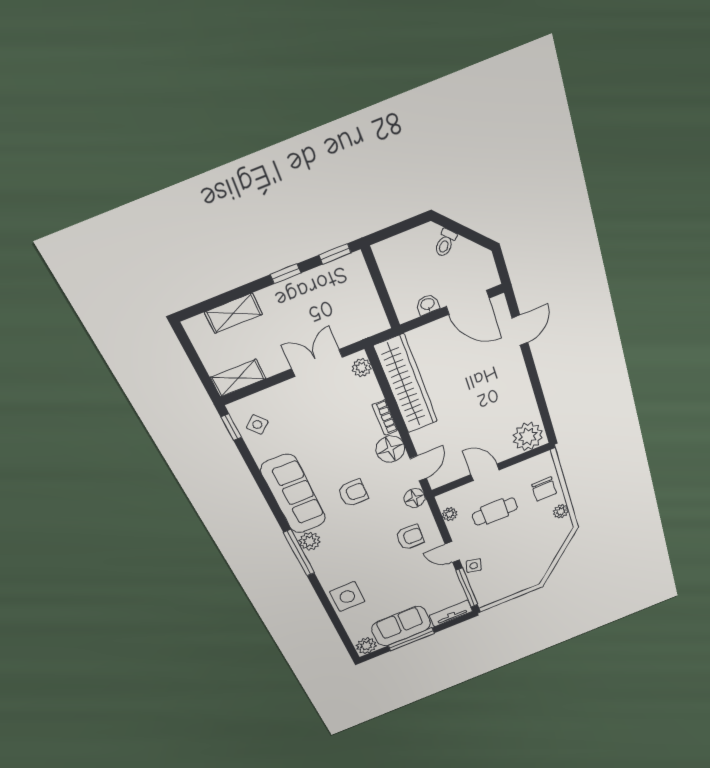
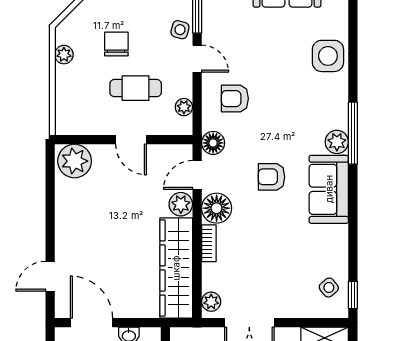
plant: (423, 440) -> (181, 204), added
chair: (544, 489) -> (116, 44), moved
sofa: (293, 494) -> (329, 189), width x0.73

